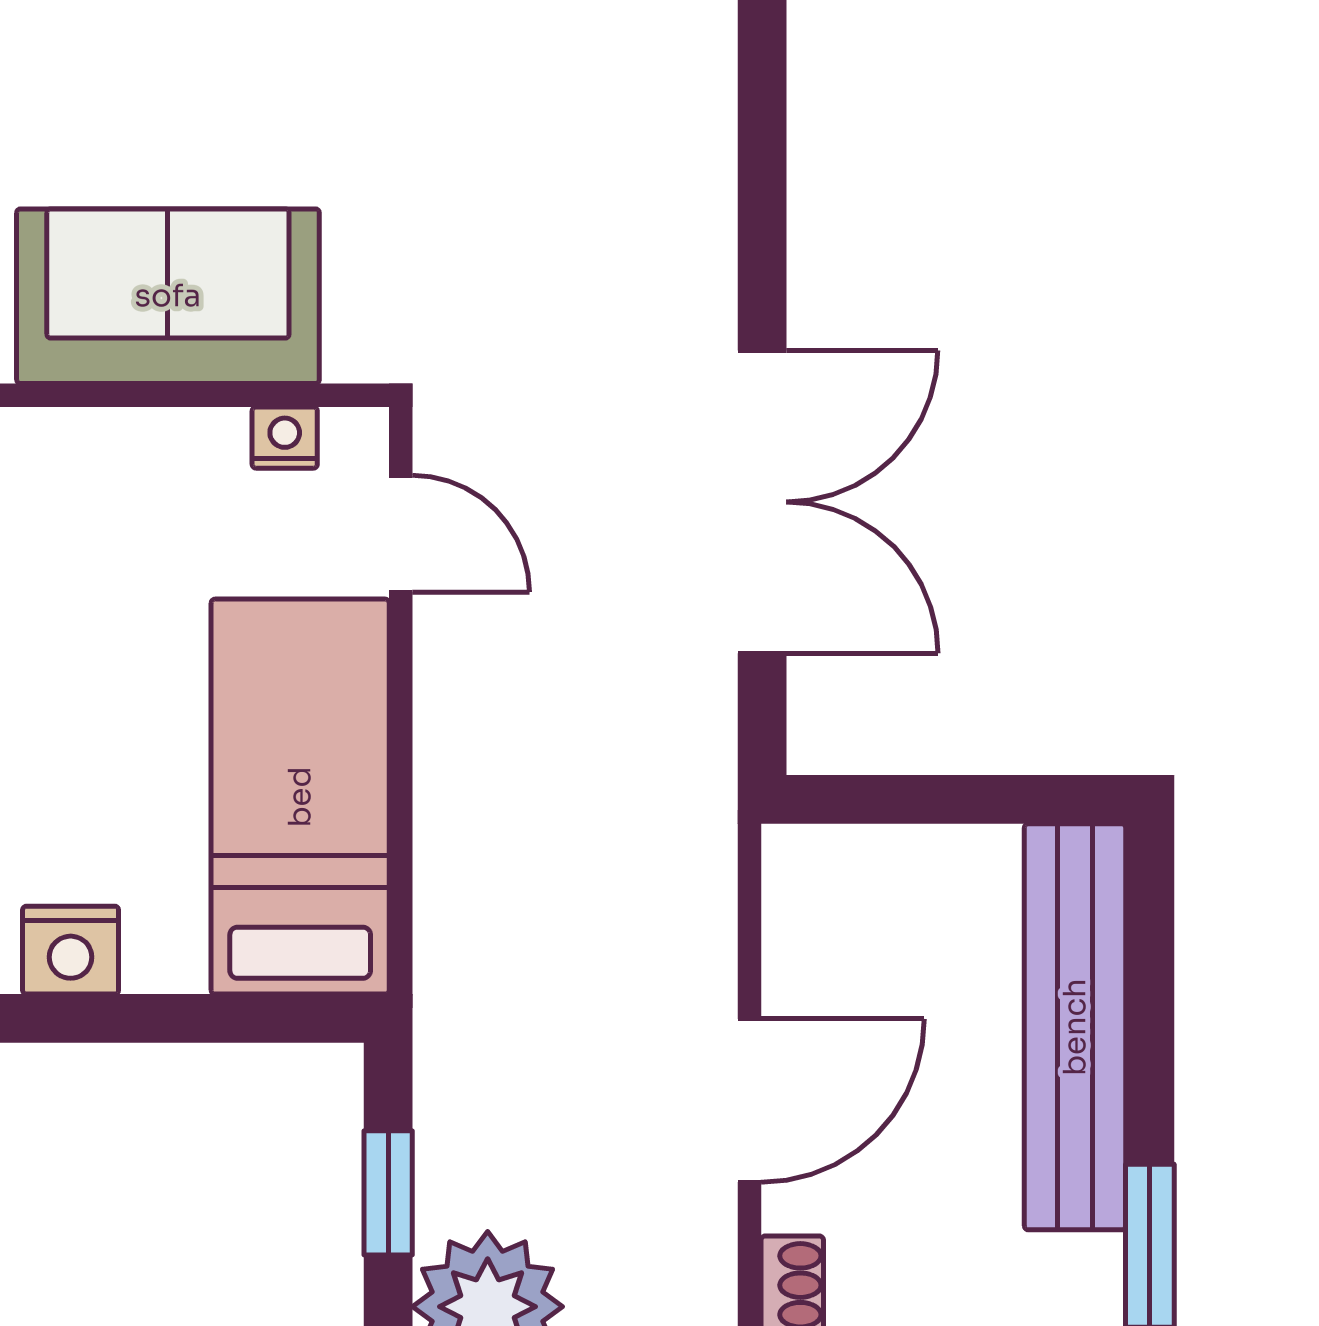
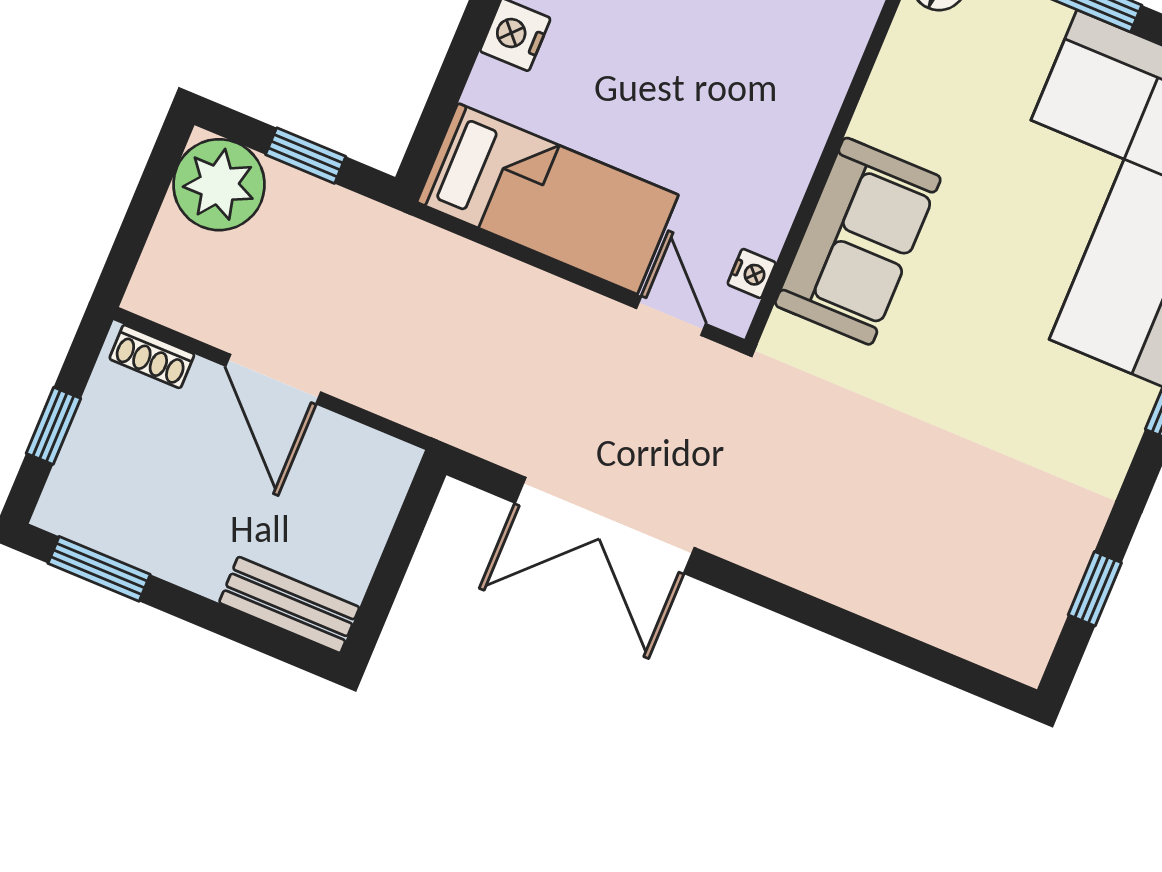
door: (401, 534) -> (671, 316), swing flipped
bench: (1075, 1027) -> (289, 605), width x0.54, depth x0.82

